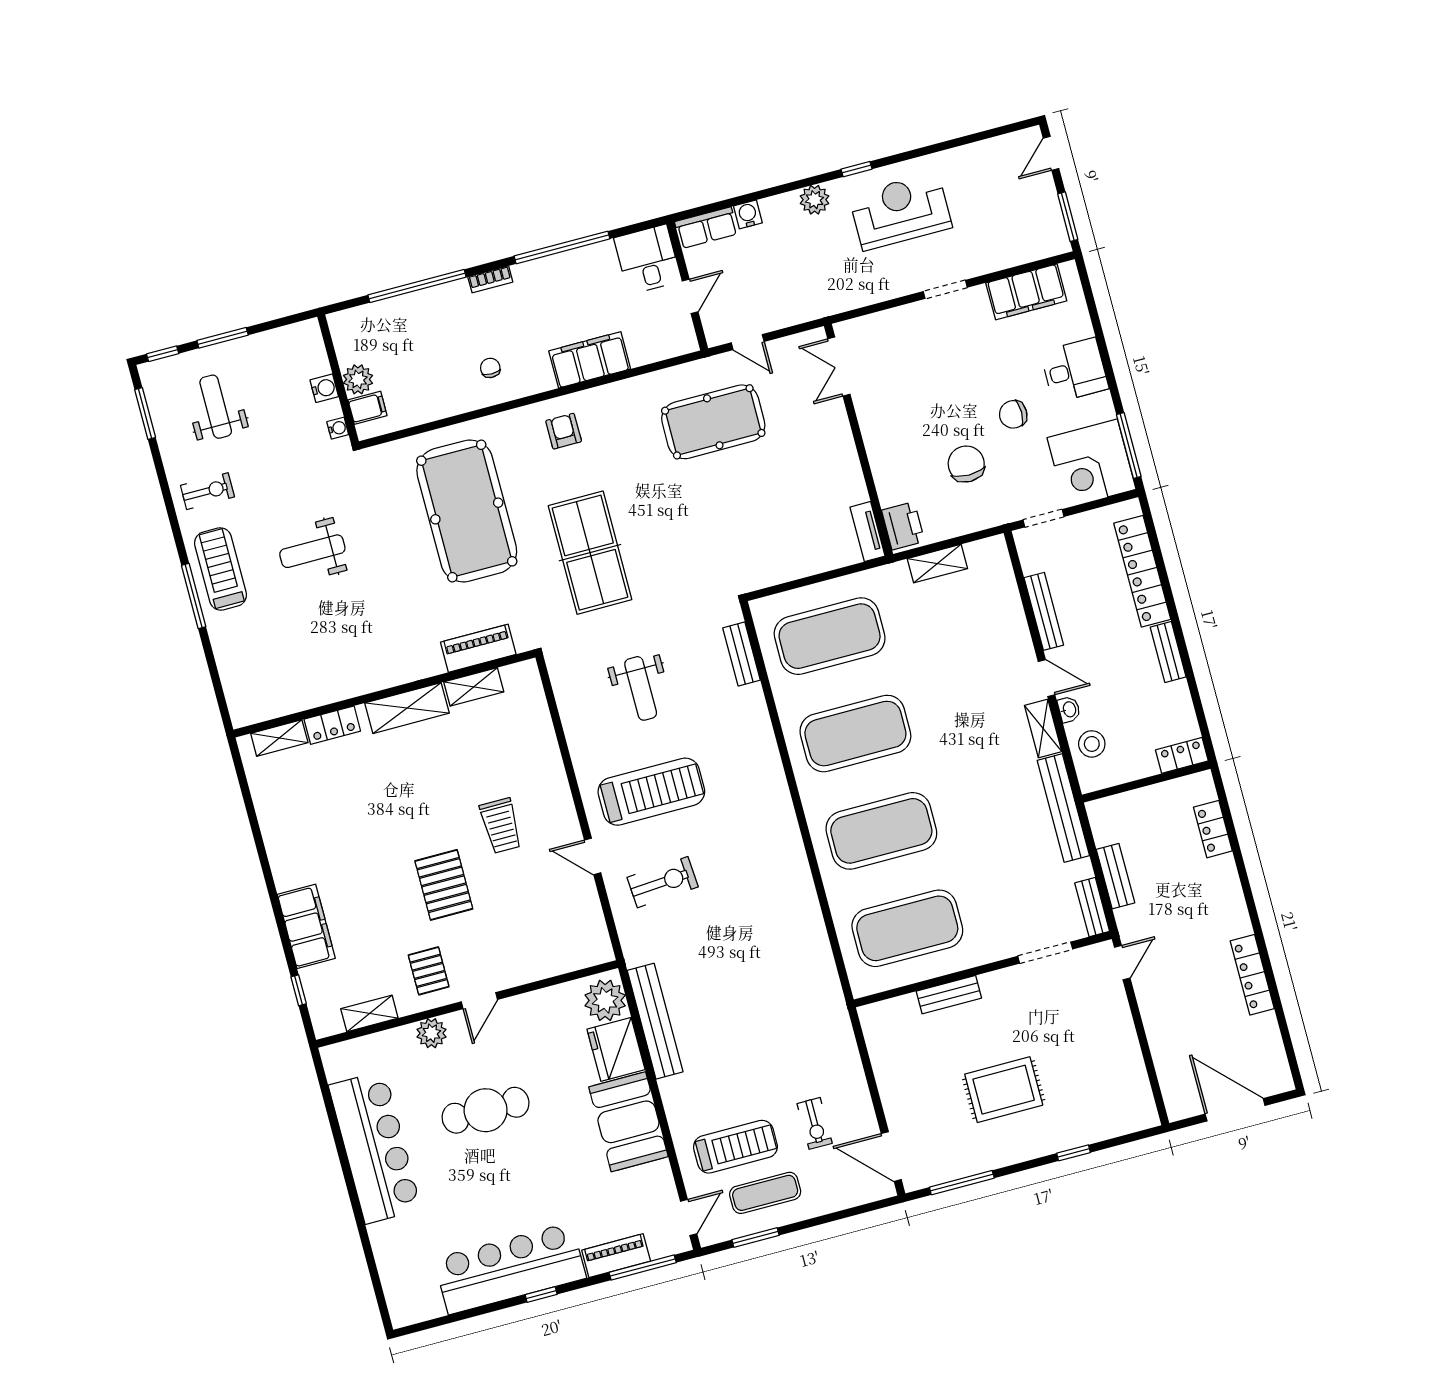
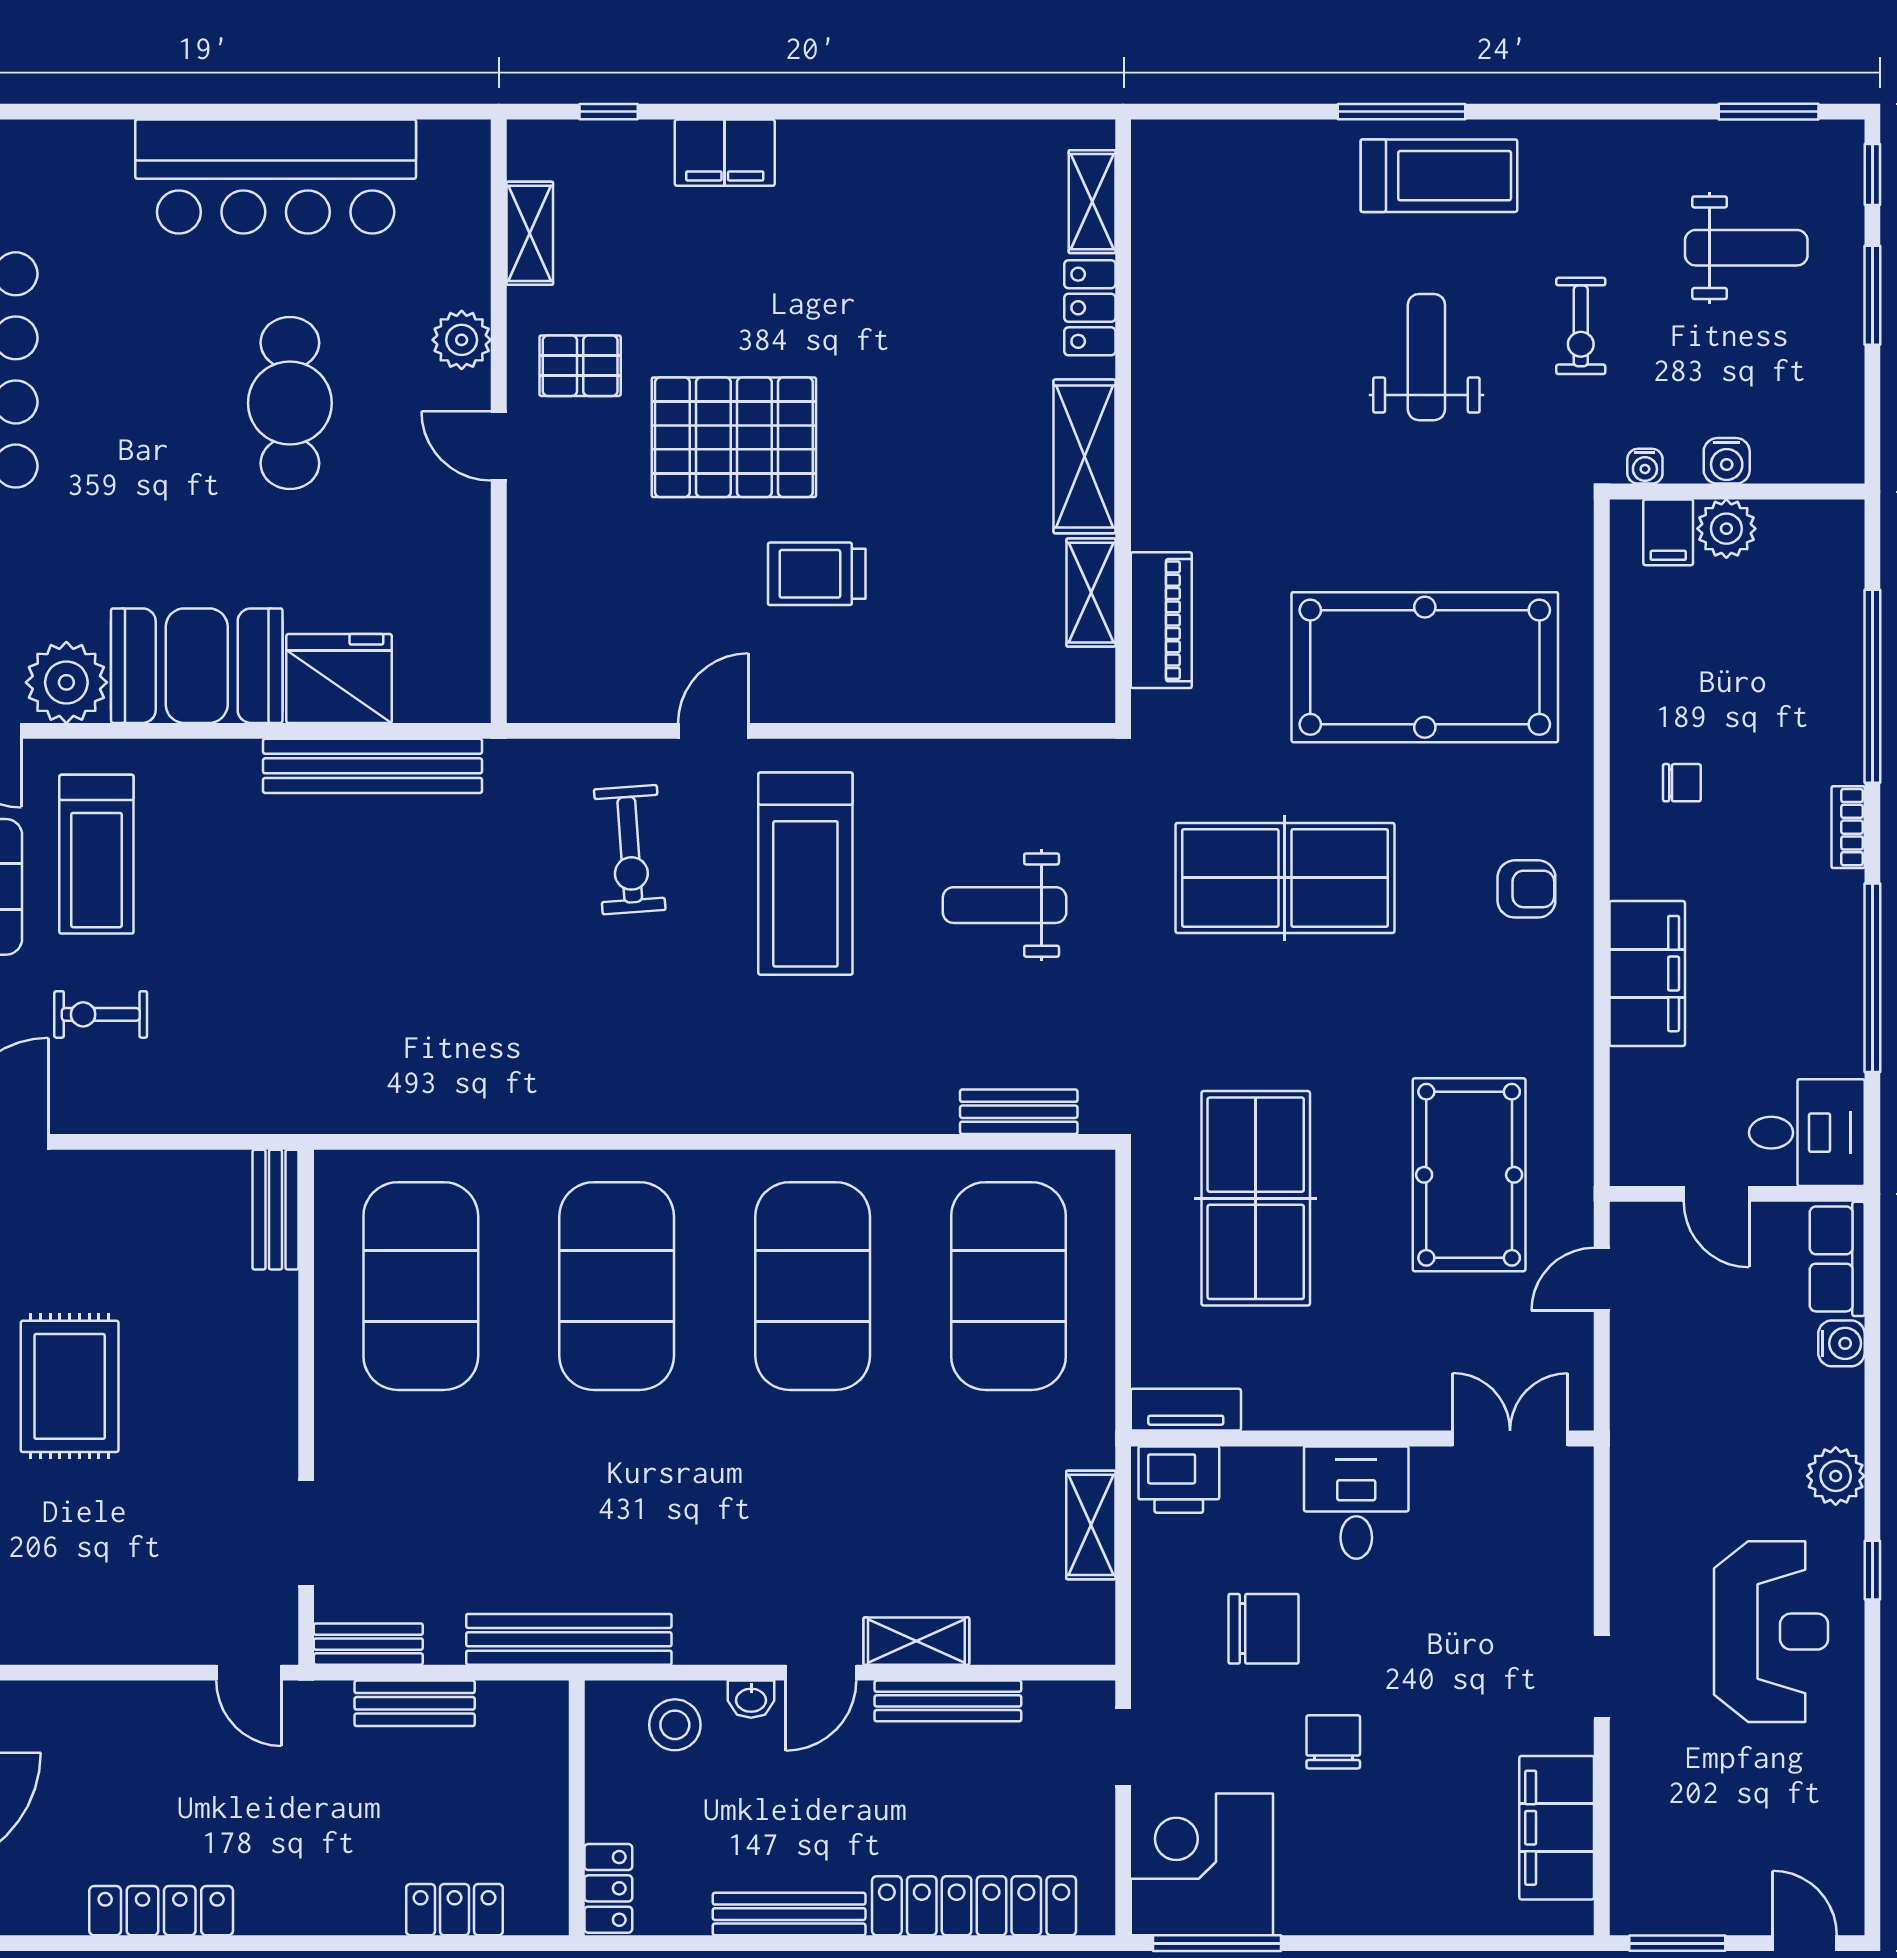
desk: (1075, 370) -> (1356, 1503), moved, turned 180
exercise bike: (207, 491) -> (1581, 326), moved
table tennis table: (753, 525) -> (1256, 1198), added
bench: (1168, 652) -> (789, 1914), width x1.36
shelving: (1043, 728) -> (916, 1641), moved
pallet: (444, 885) -> (734, 437), width x1.37, depth x1.41
filing cabinet: (306, 926) -> (725, 153), width x0.67, depth x0.86
bench: (949, 995) -> (276, 1210), moved
plant: (605, 1000) -> (66, 682), moved

